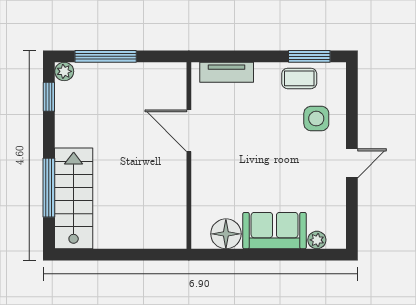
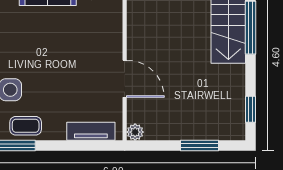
window: (106, 56) -> (200, 146), width x0.69
plant: (64, 71) -> (135, 132), moved

